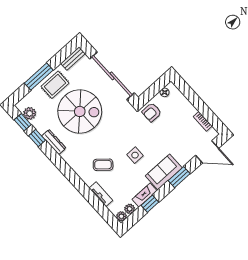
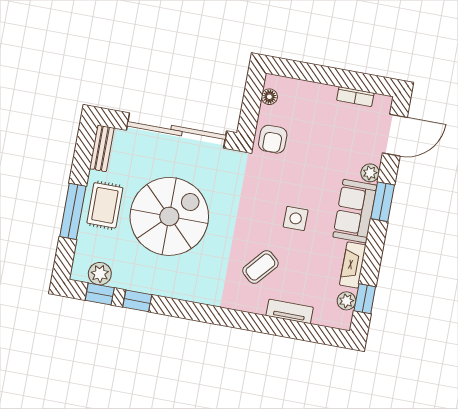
dresser: (54, 142) -> (165, 288), removed
window: (150, 204) -> (365, 299), moved
plant: (121, 216) -> (370, 173), moved

